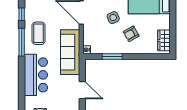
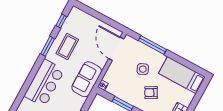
window: (22, 42) -> (48, 46), width x0.69
sofa: (70, 52) -> (87, 79), width x0.73

